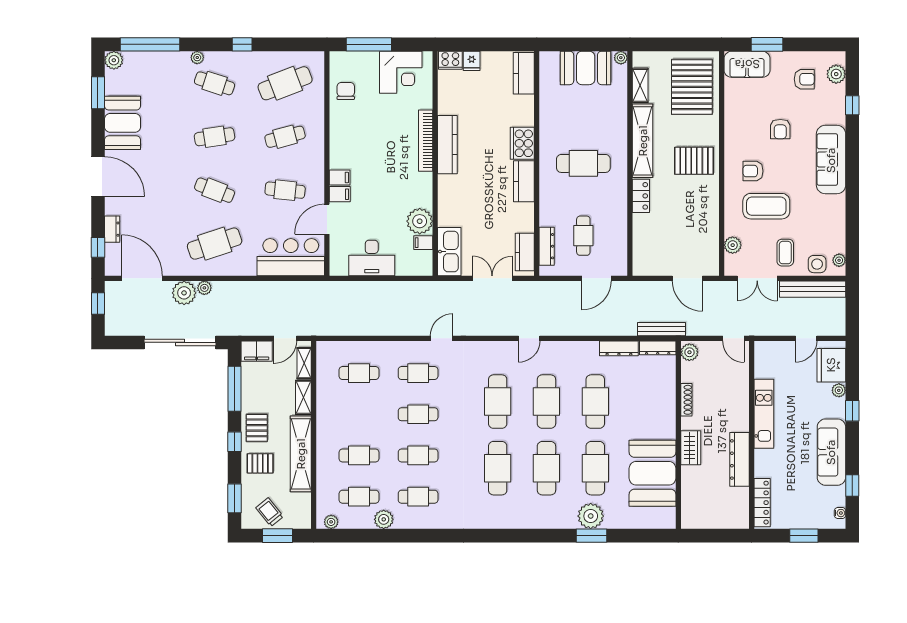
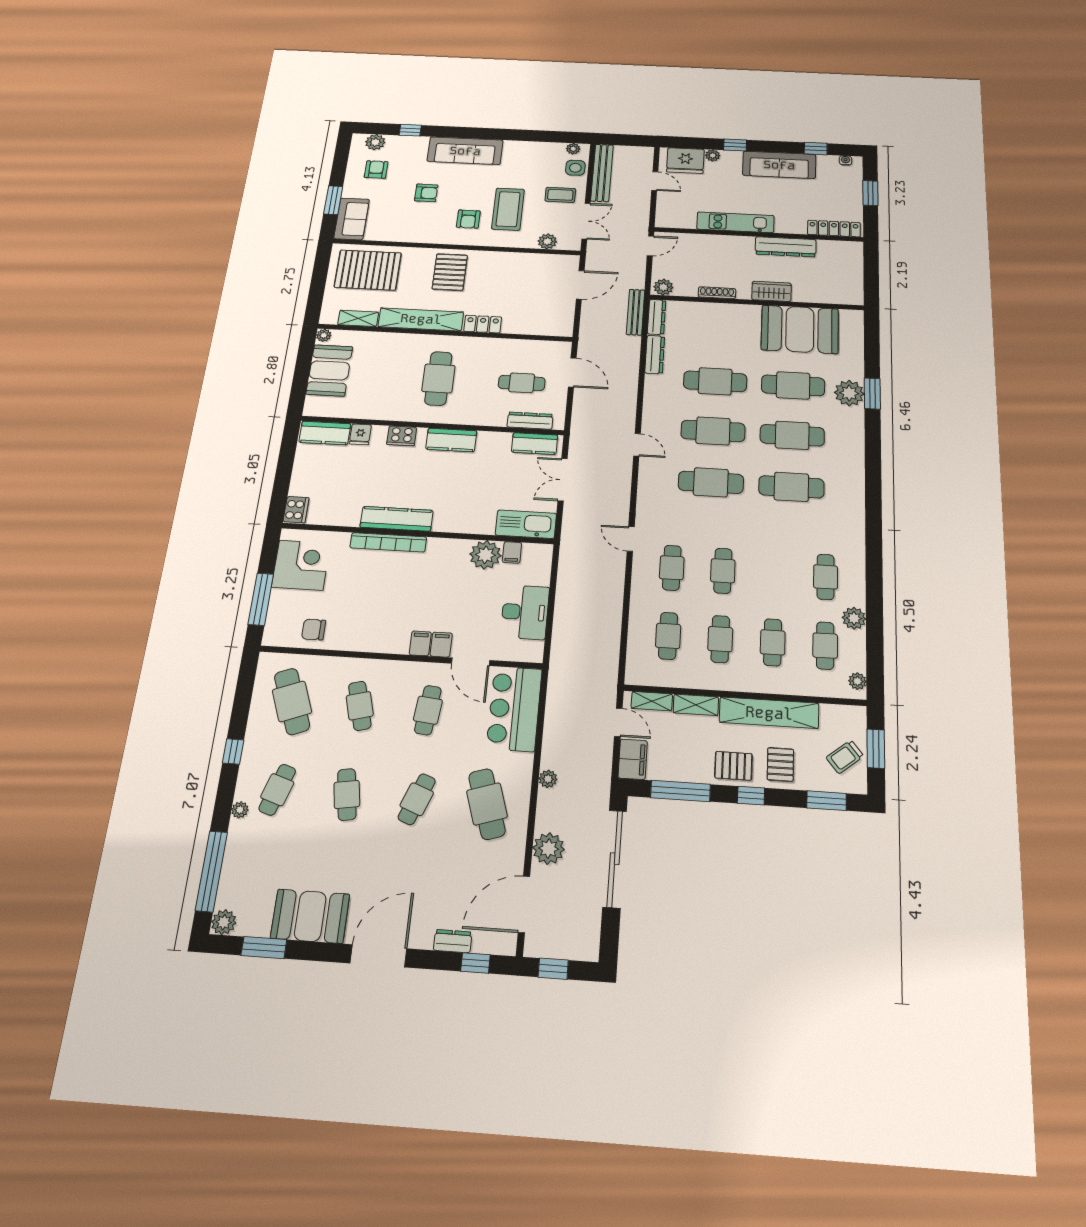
fridge: (472, 61) -> (360, 434), moved, turned 90
cooker: (522, 143) -> (402, 436), width x0.73, depth x0.76
plant: (204, 288) -> (548, 779), moved
cafe table: (418, 455) -> (720, 639), moved

